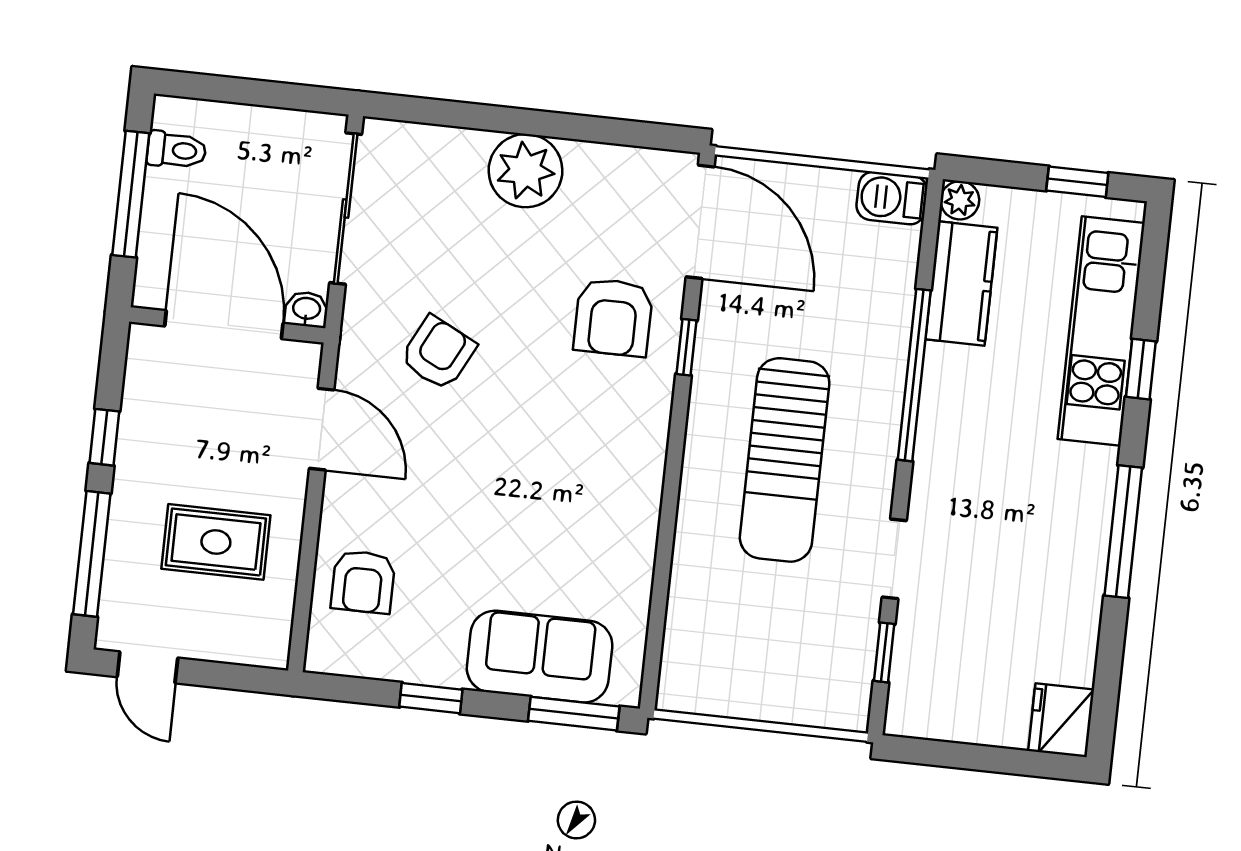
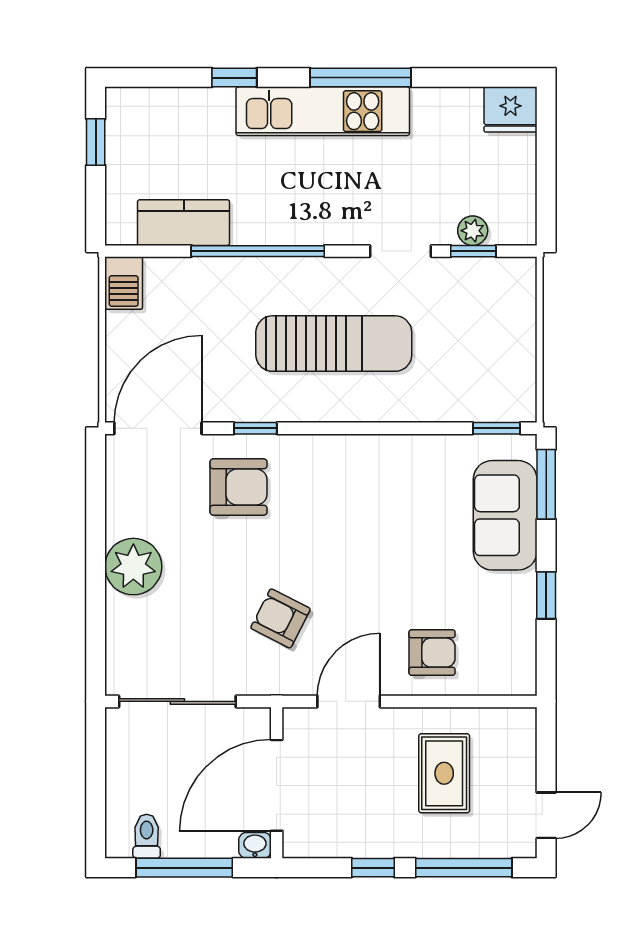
plant: (960, 200) -> (473, 231), moved
washbasin: (306, 309) -> (255, 845), moved, turned 90
kitchen unit: (1101, 331) -> (323, 111), moved
armchair: (363, 582) -> (432, 653), moved
window: (653, 658) -> (496, 428), added

